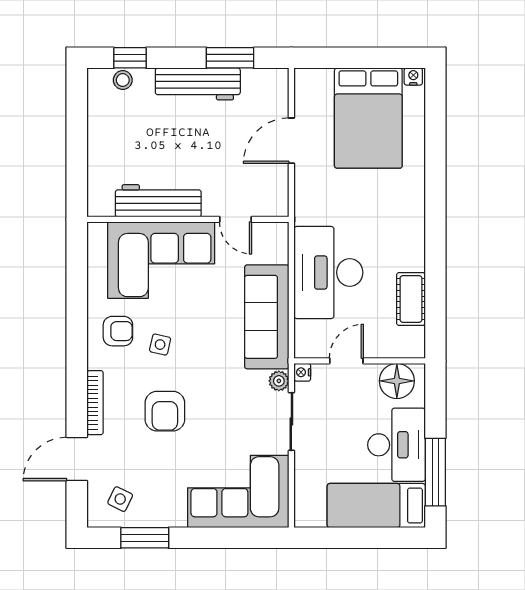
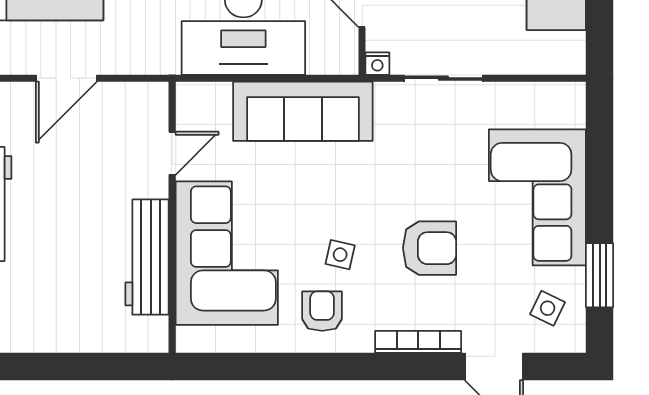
door: (291, 141) -> (66, 78), hinge flipped
plant: (279, 381) -> (389, 95), removed
corner sofa: (238, 491) -> (537, 197), moved

